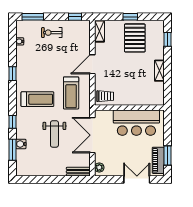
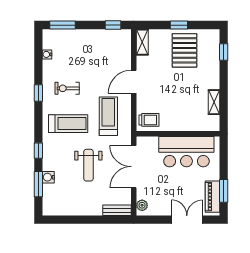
exercise bike: (52, 33) -> (67, 88), moved
shelving: (159, 71) -> (214, 102), moved
treadmill: (71, 93) -> (108, 116), turned 180

